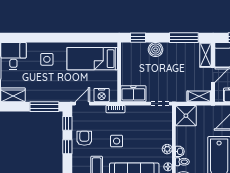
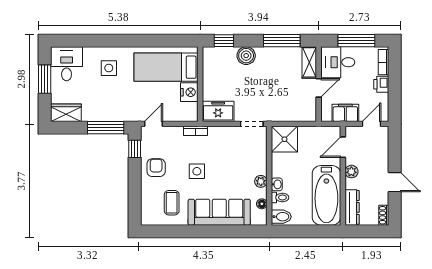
nightstand: (102, 95) -> (189, 92), moved, turned -90
shelving: (199, 96) -> (301, 115), removed
window: (67, 147) -> (135, 179), removed

